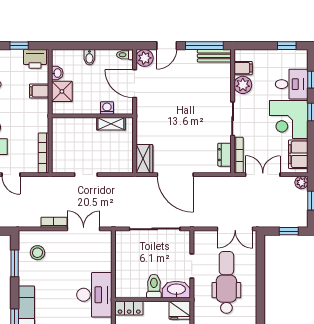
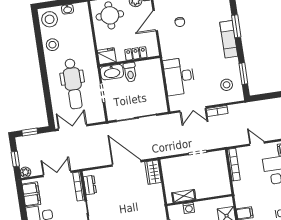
double door: (263, 175) -> (57, 174), swing flipped
desk: (94, 295) -> (179, 76), moved
locker: (129, 308) -> (136, 53), moved

